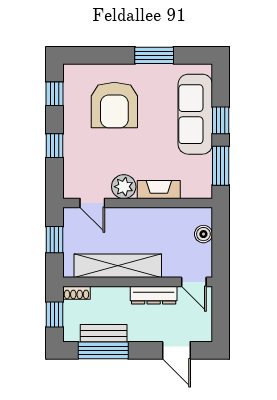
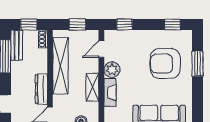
window: (154, 55) -> (197, 64), moved
window: (54, 146) -> (125, 25), moved
shelving: (151, 217) -> (92, 87), added
bench: (104, 333) -> (17, 45), moved

